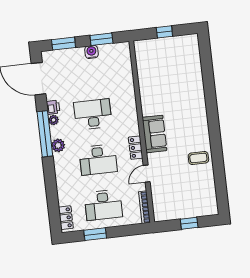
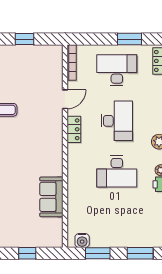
water cooler: (91, 52) -> (82, 240), moved
sofa: (154, 134) -> (51, 197), moved
desk: (98, 160) -> (117, 121), turned 90

